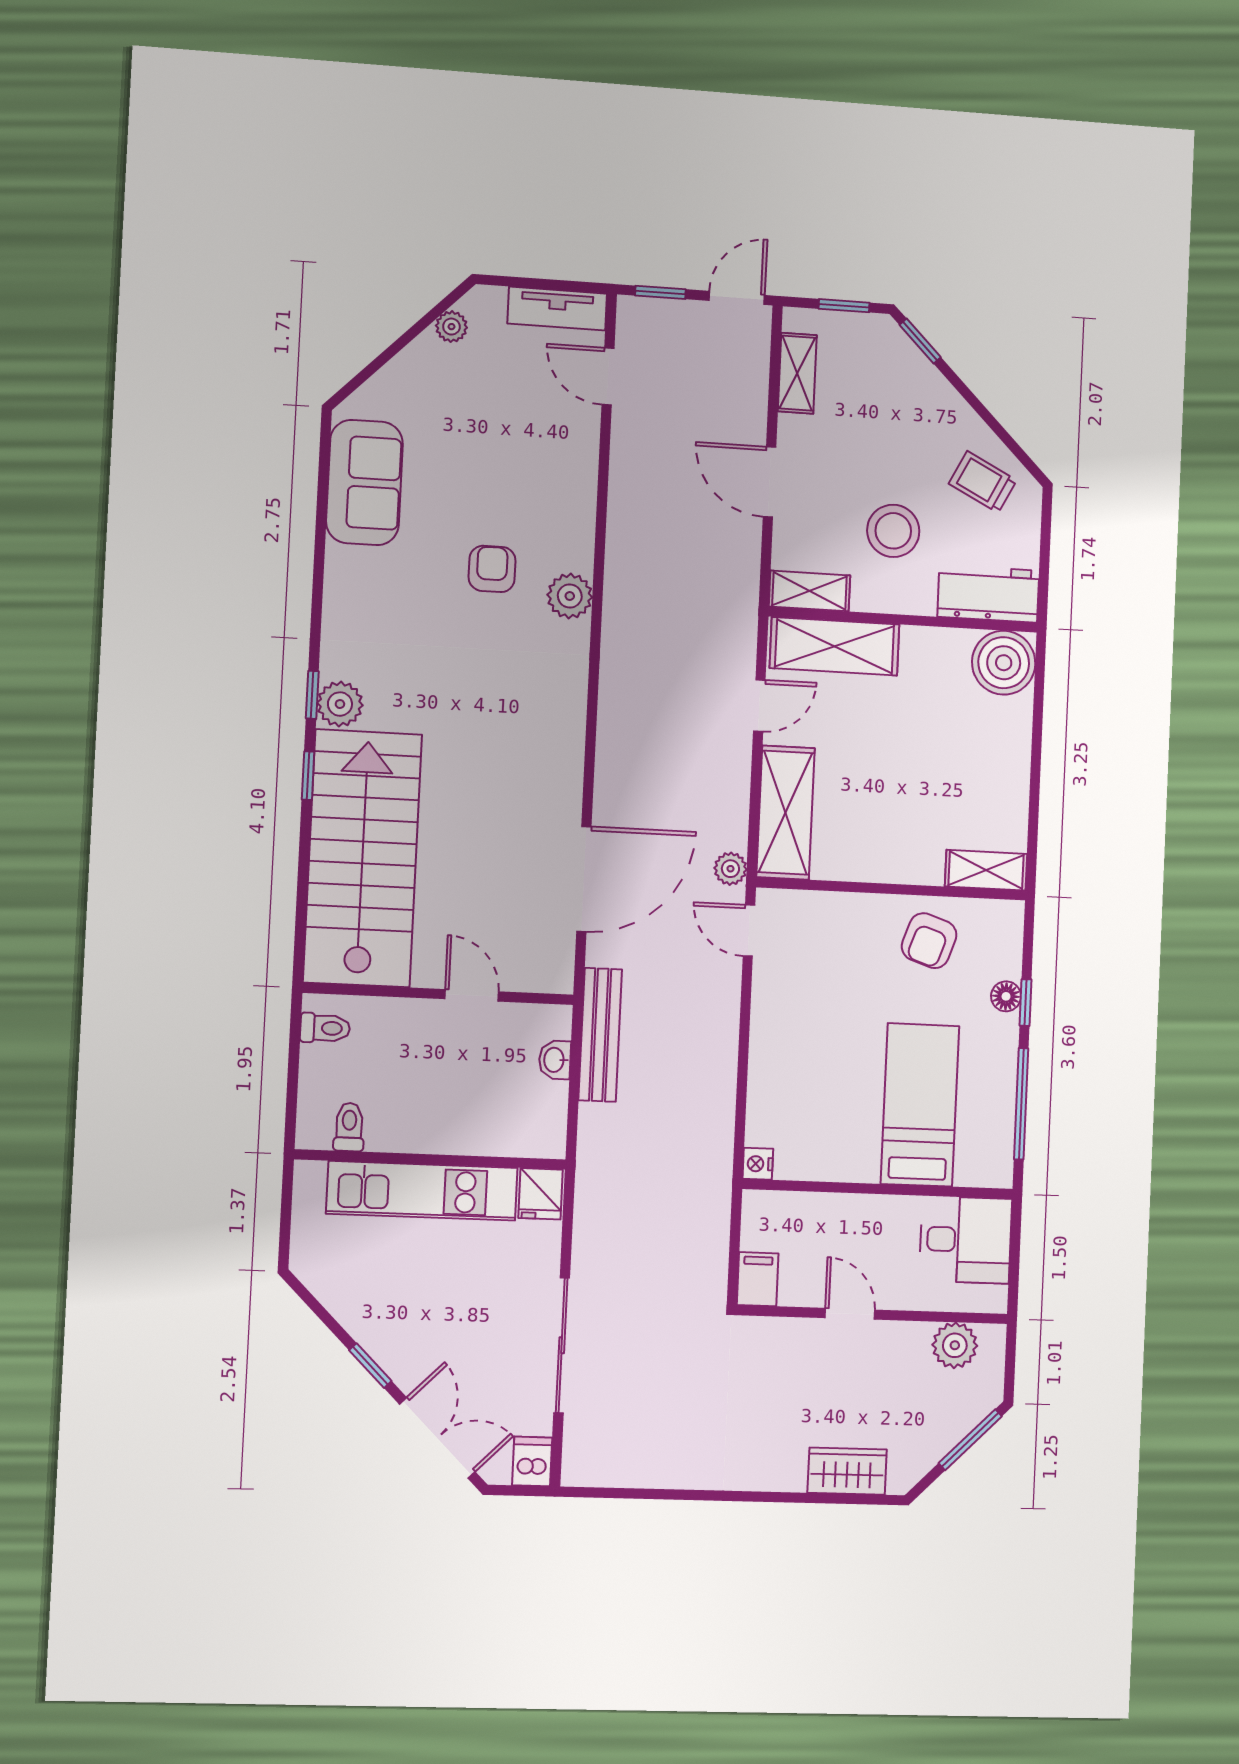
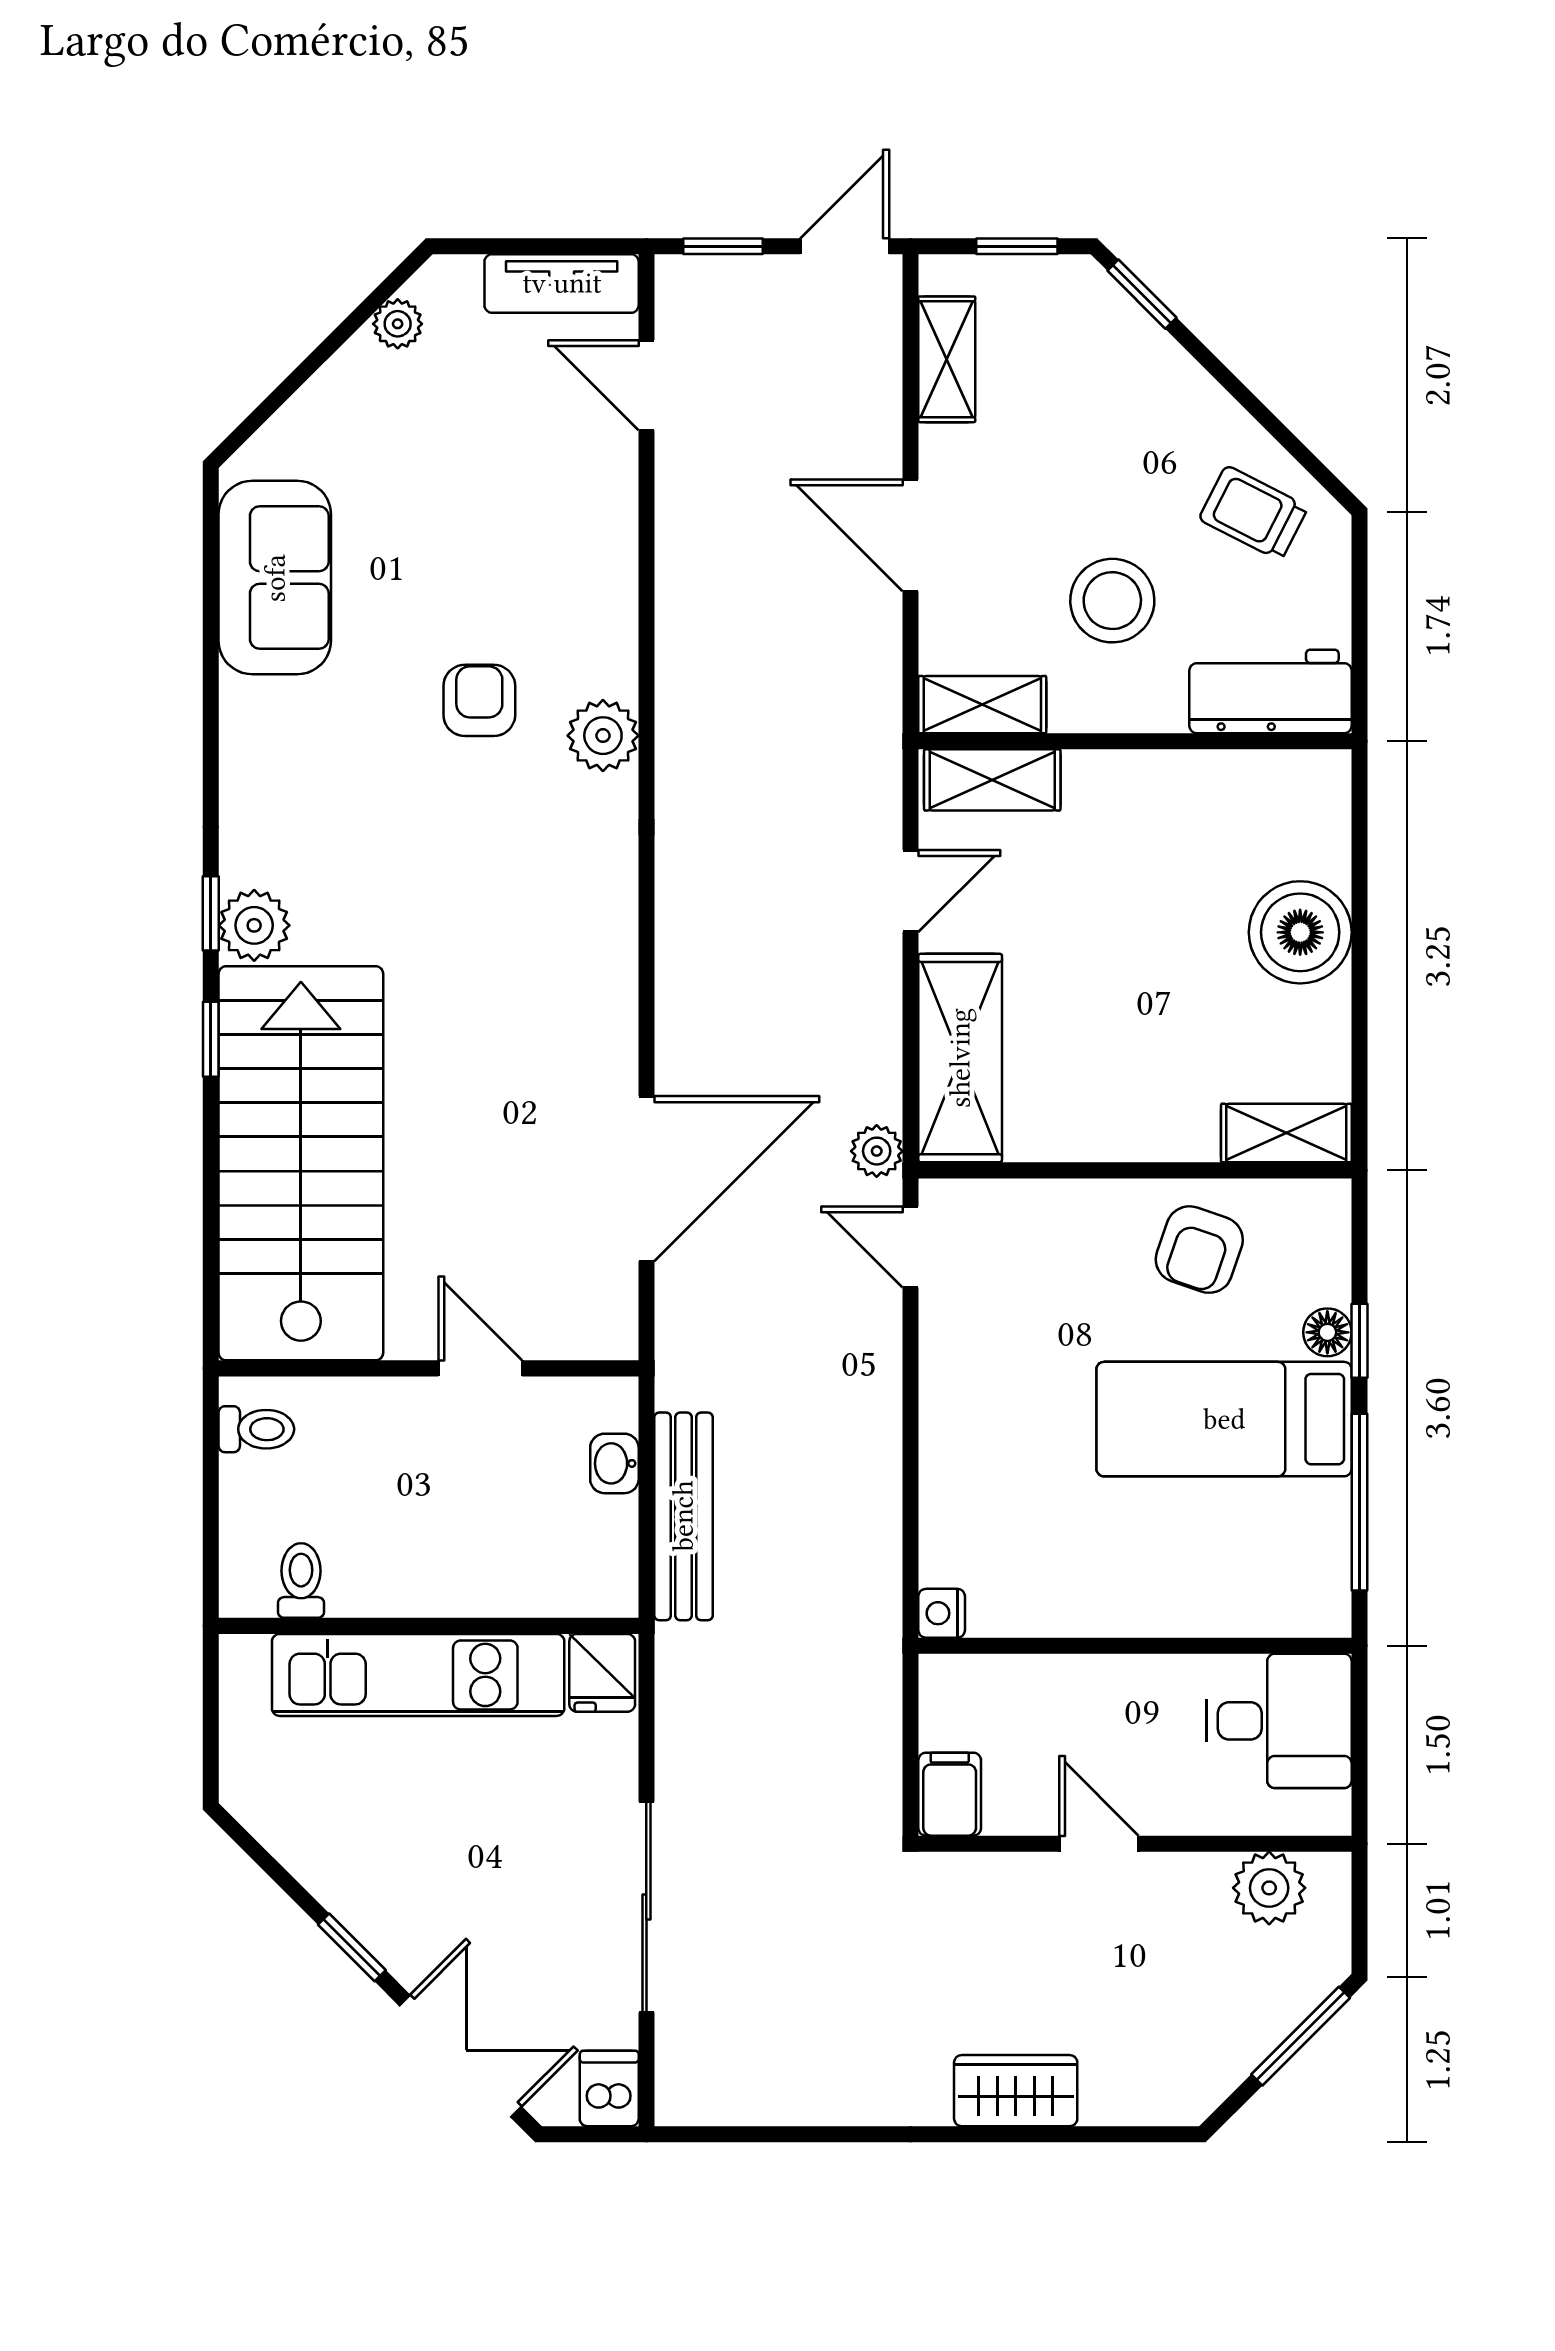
shelving: (835, 646) -> (992, 780), width x0.67, depth x0.75
boiler: (1004, 663) -> (1300, 932), moved
bench: (600, 1035) -> (683, 1516), moved
bed: (920, 1105) -> (1224, 1419), moved, turned -90
wardrobe: (847, 1471) -> (1016, 2091), moved

